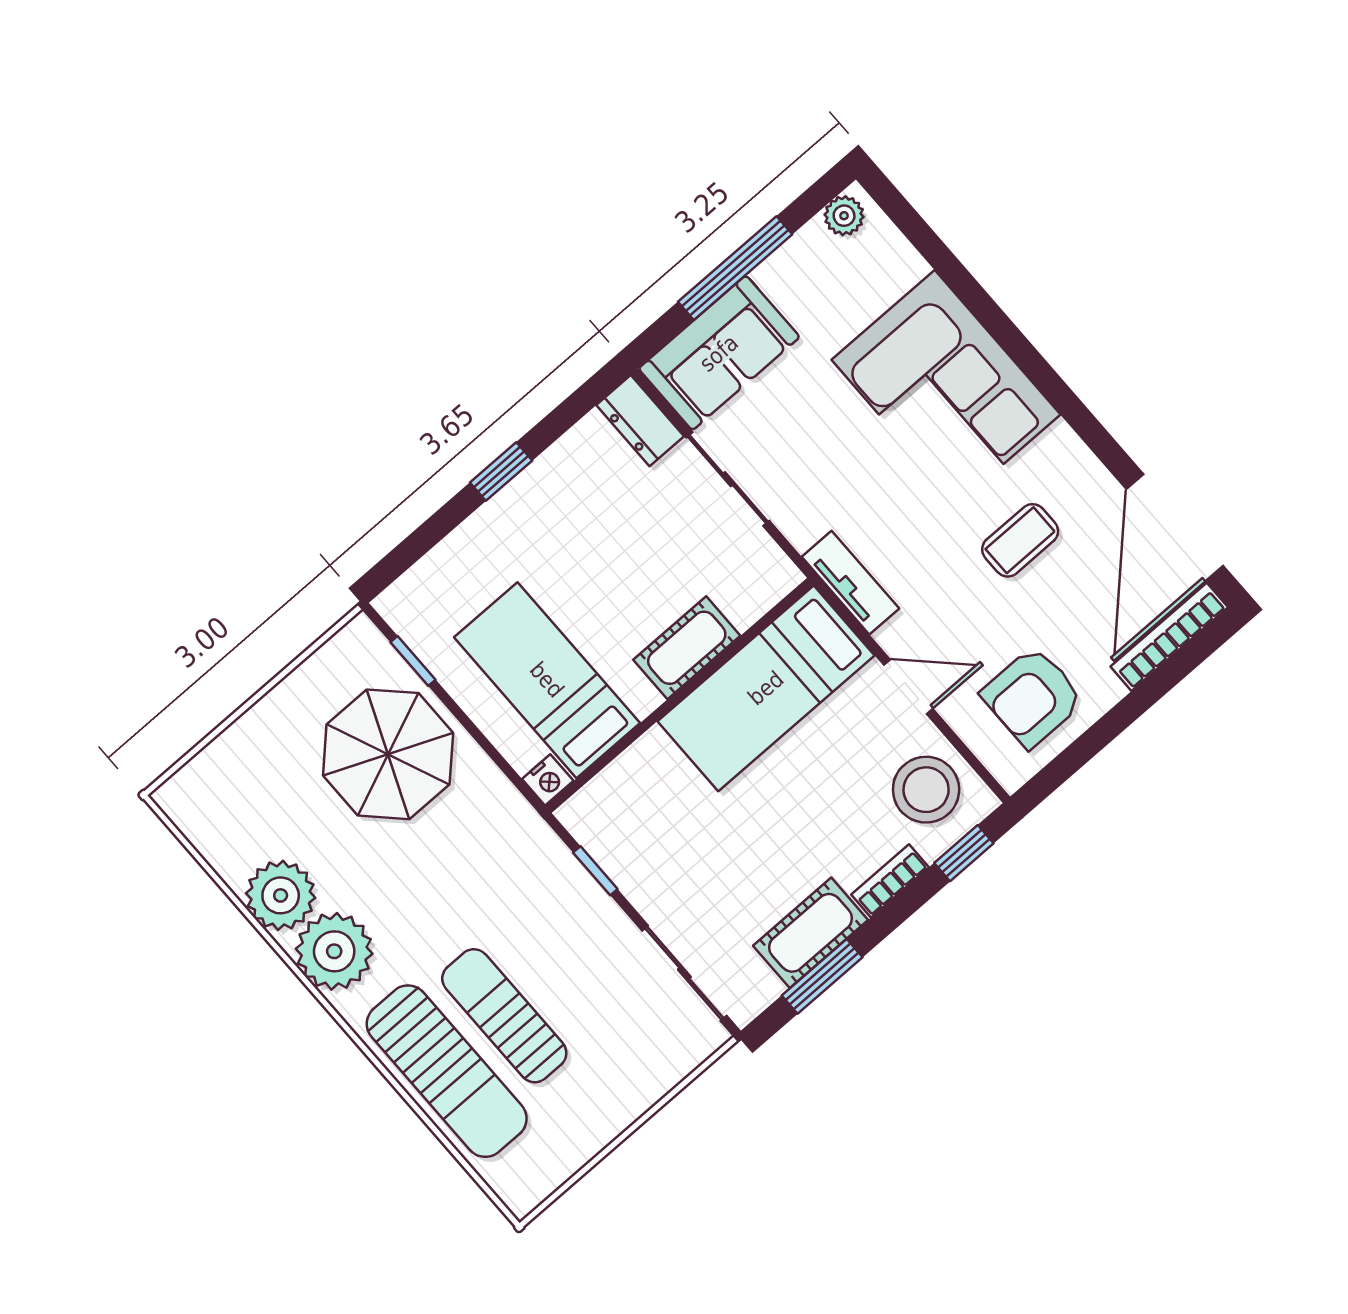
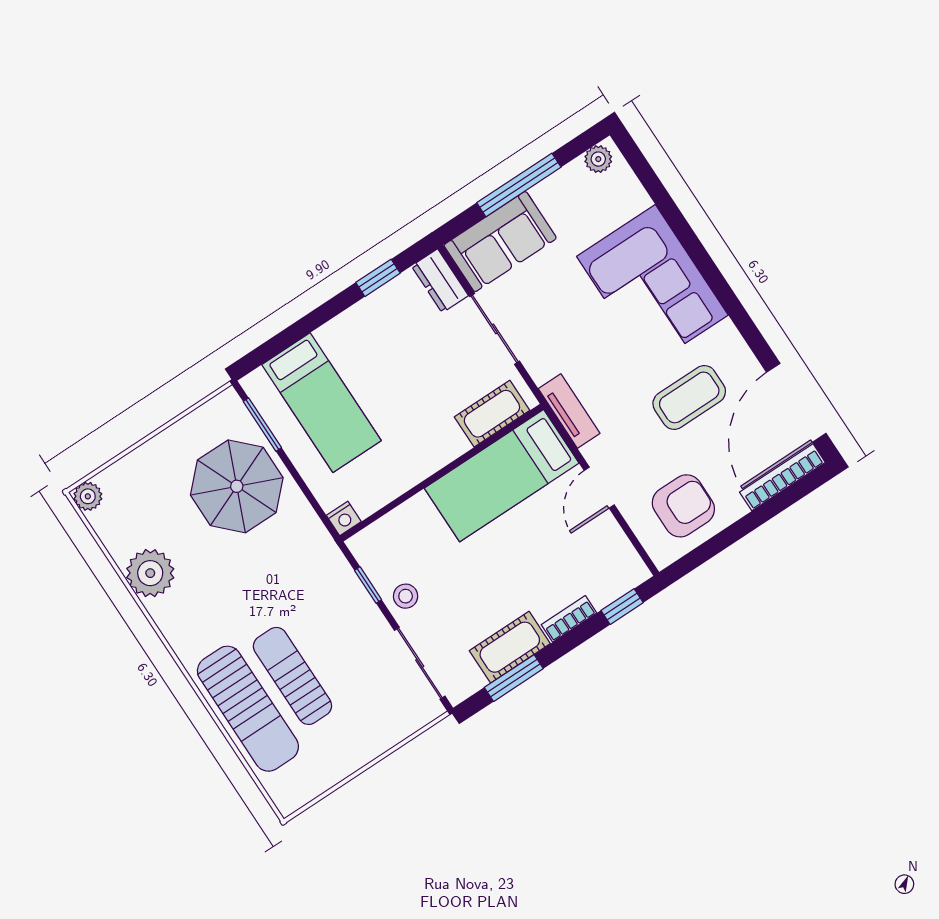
window: (501, 471) -> (378, 278), moved
coffee table: (1020, 540) -> (689, 397), width x1.36, depth x1.30
cot: (687, 648) -> (492, 414), moved
window: (413, 661) -> (262, 425), width x1.50
bed: (547, 680) -> (322, 403), moved, turned 180
door: (908, 687) -> (599, 488), swing flipped
armchair: (1032, 697) -> (683, 506), turned 180
stool: (926, 790) -> (406, 596), moved, width x0.53, depth x0.53
plant: (334, 951) -> (88, 496), moved, width x0.53, depth x0.53

